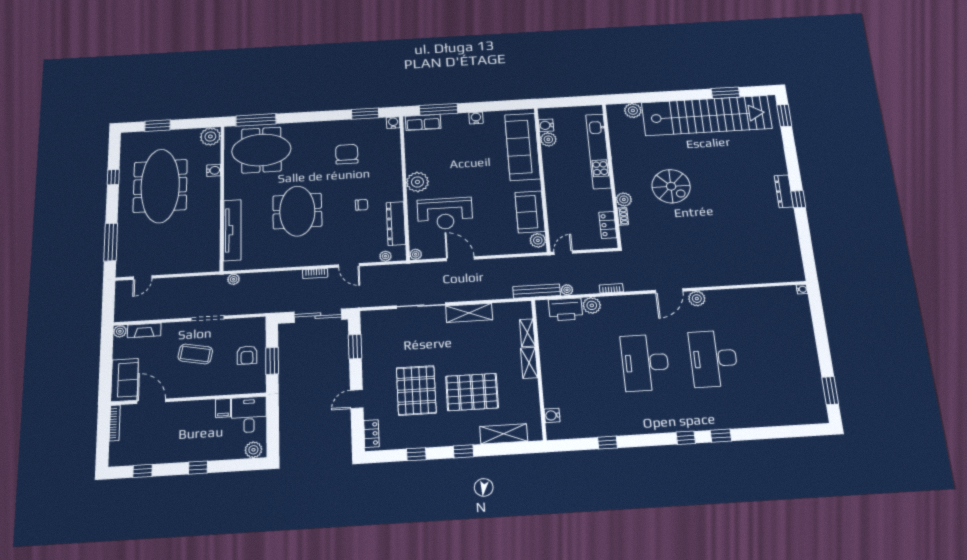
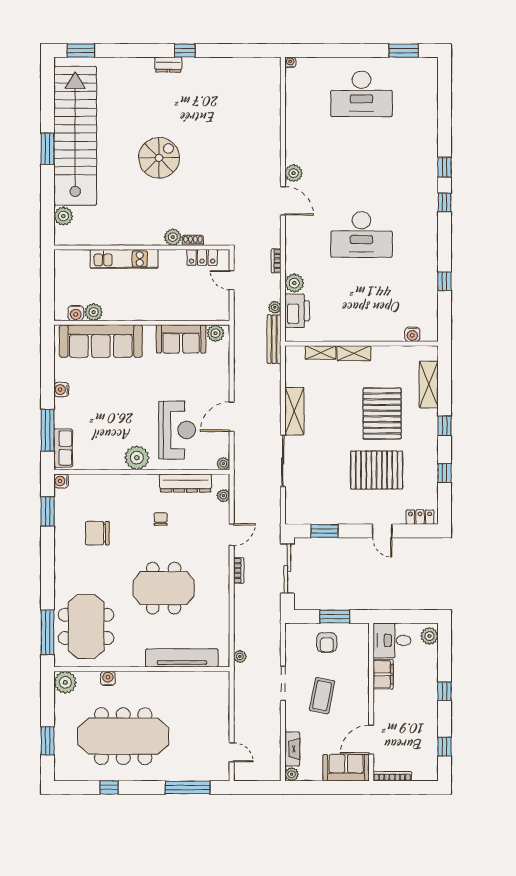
window: (725, 93) -> (48, 149), moved
kitchen unit: (598, 151) -> (124, 259), width x0.73
spiral stairs: (671, 186) -> (159, 158), moved
dresser: (784, 191) -> (168, 65), width x0.70
door: (563, 253) -> (232, 280), moved
armchair: (247, 355) -> (327, 642), turned 90
desk: (713, 359) -> (361, 94), moved
filing cabinet: (223, 408) -> (383, 674), width x2.00

